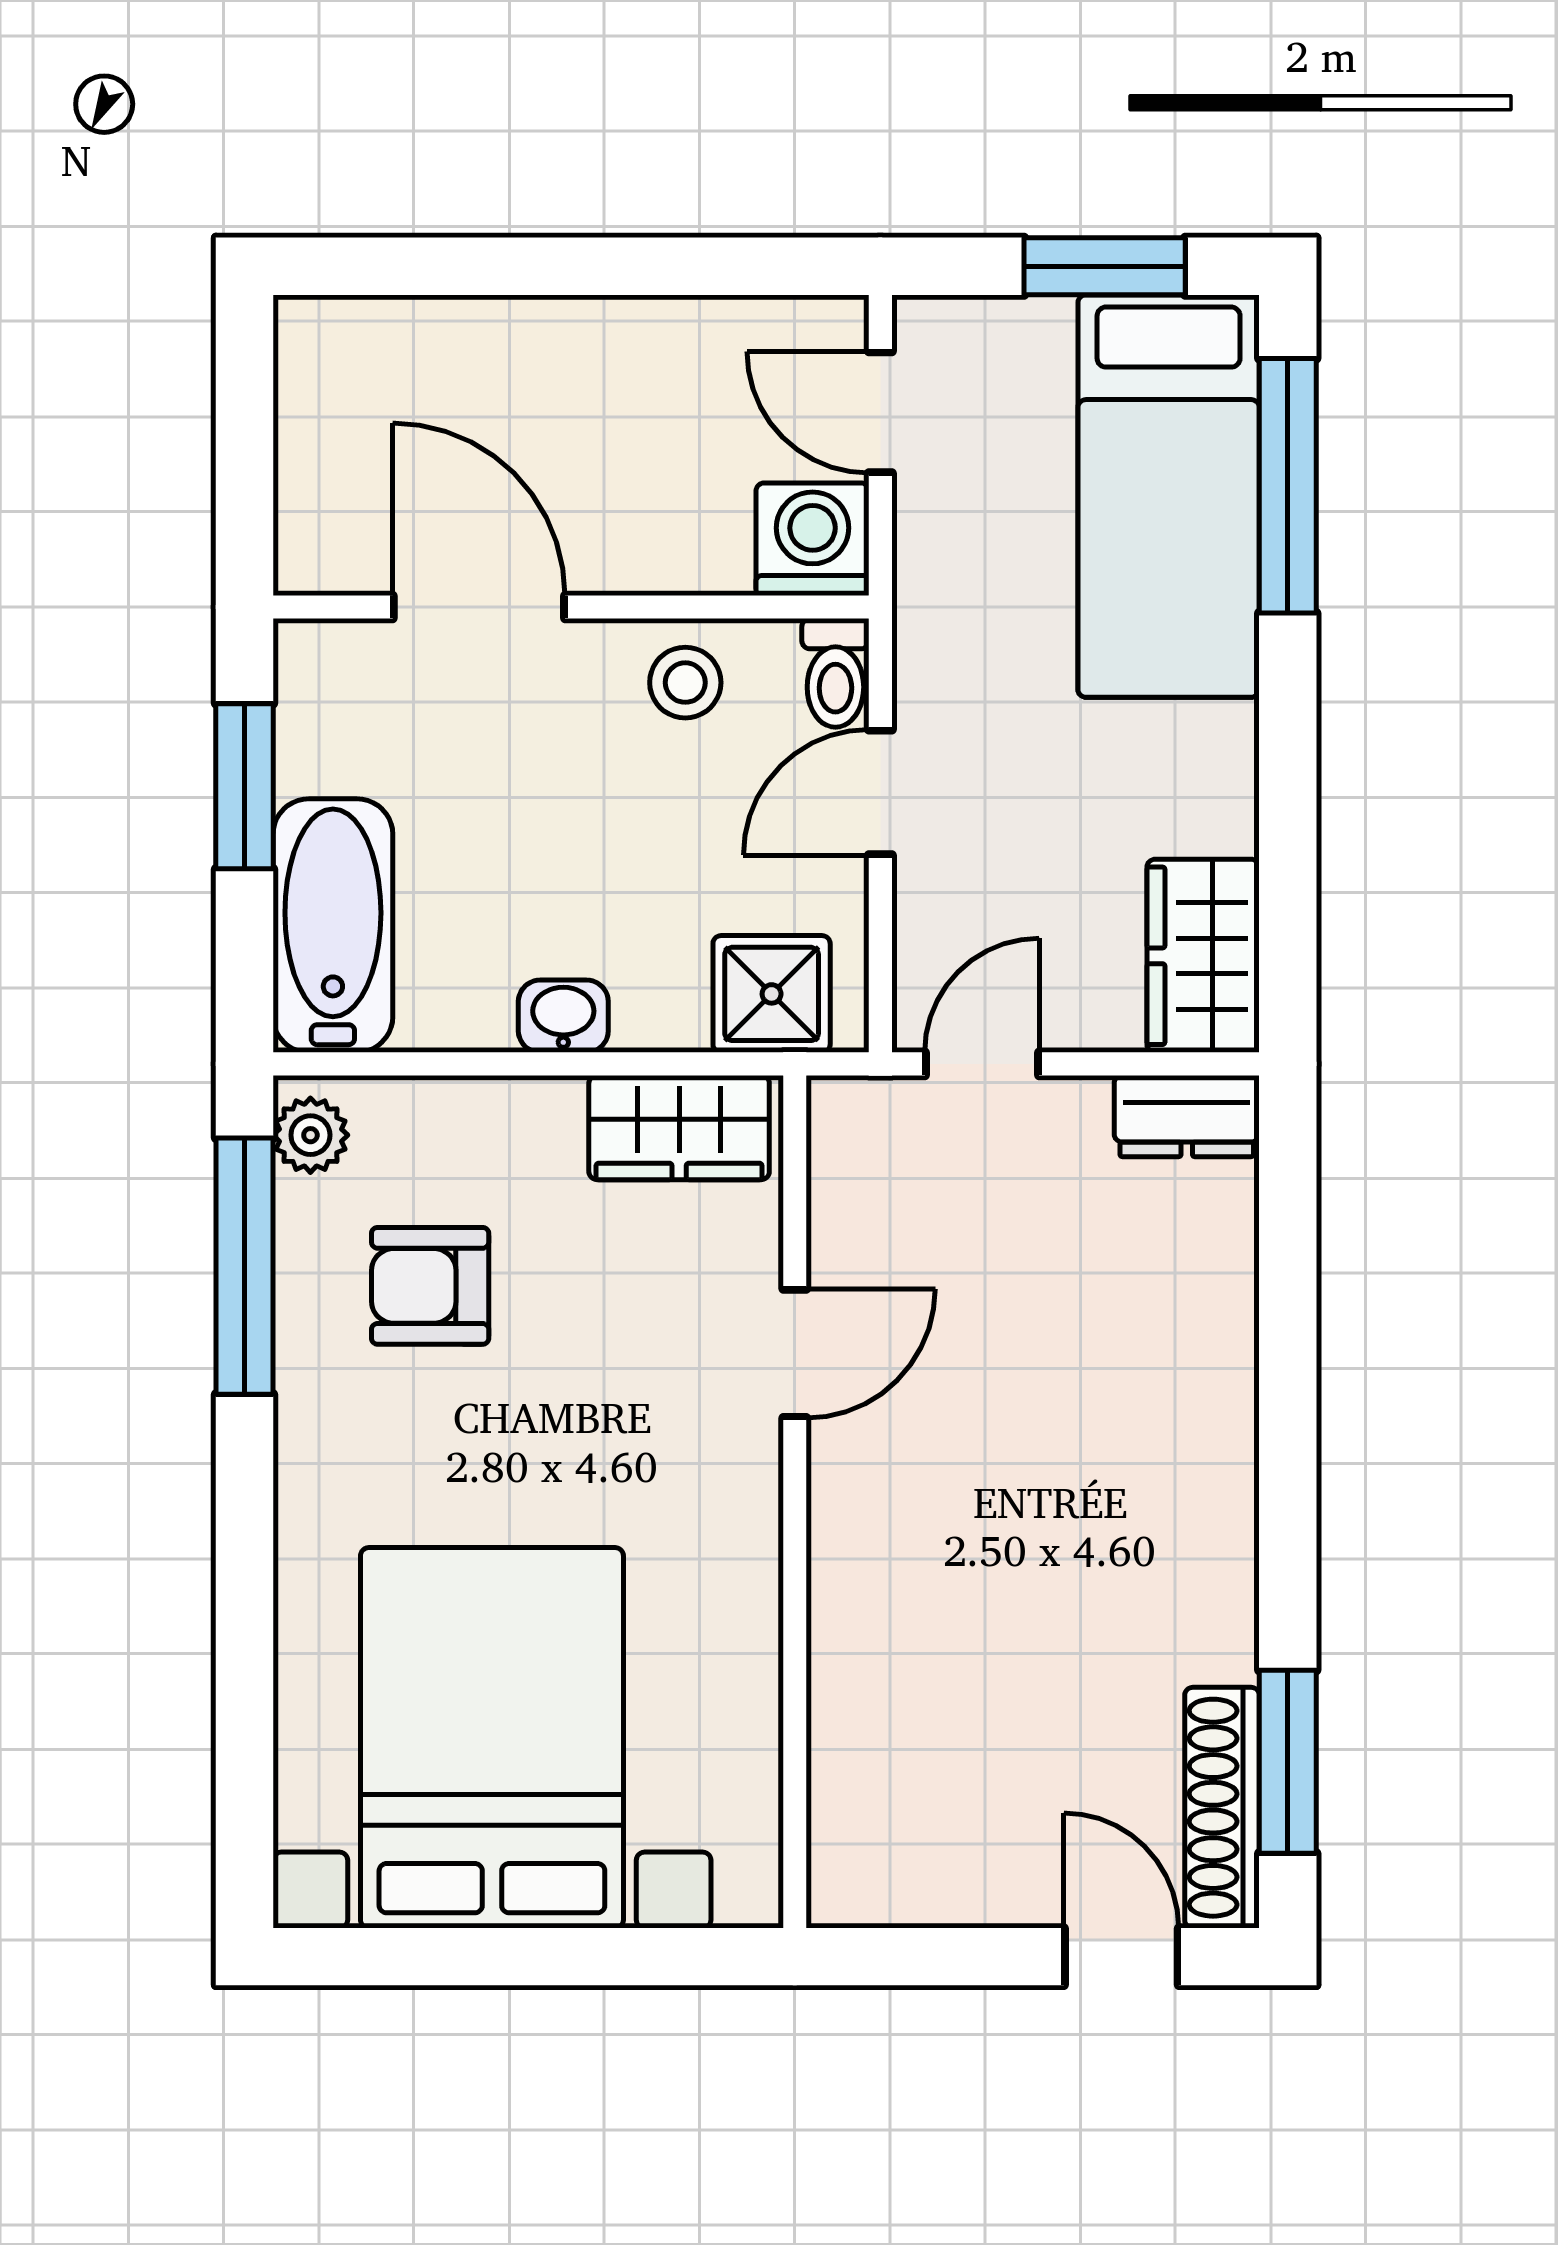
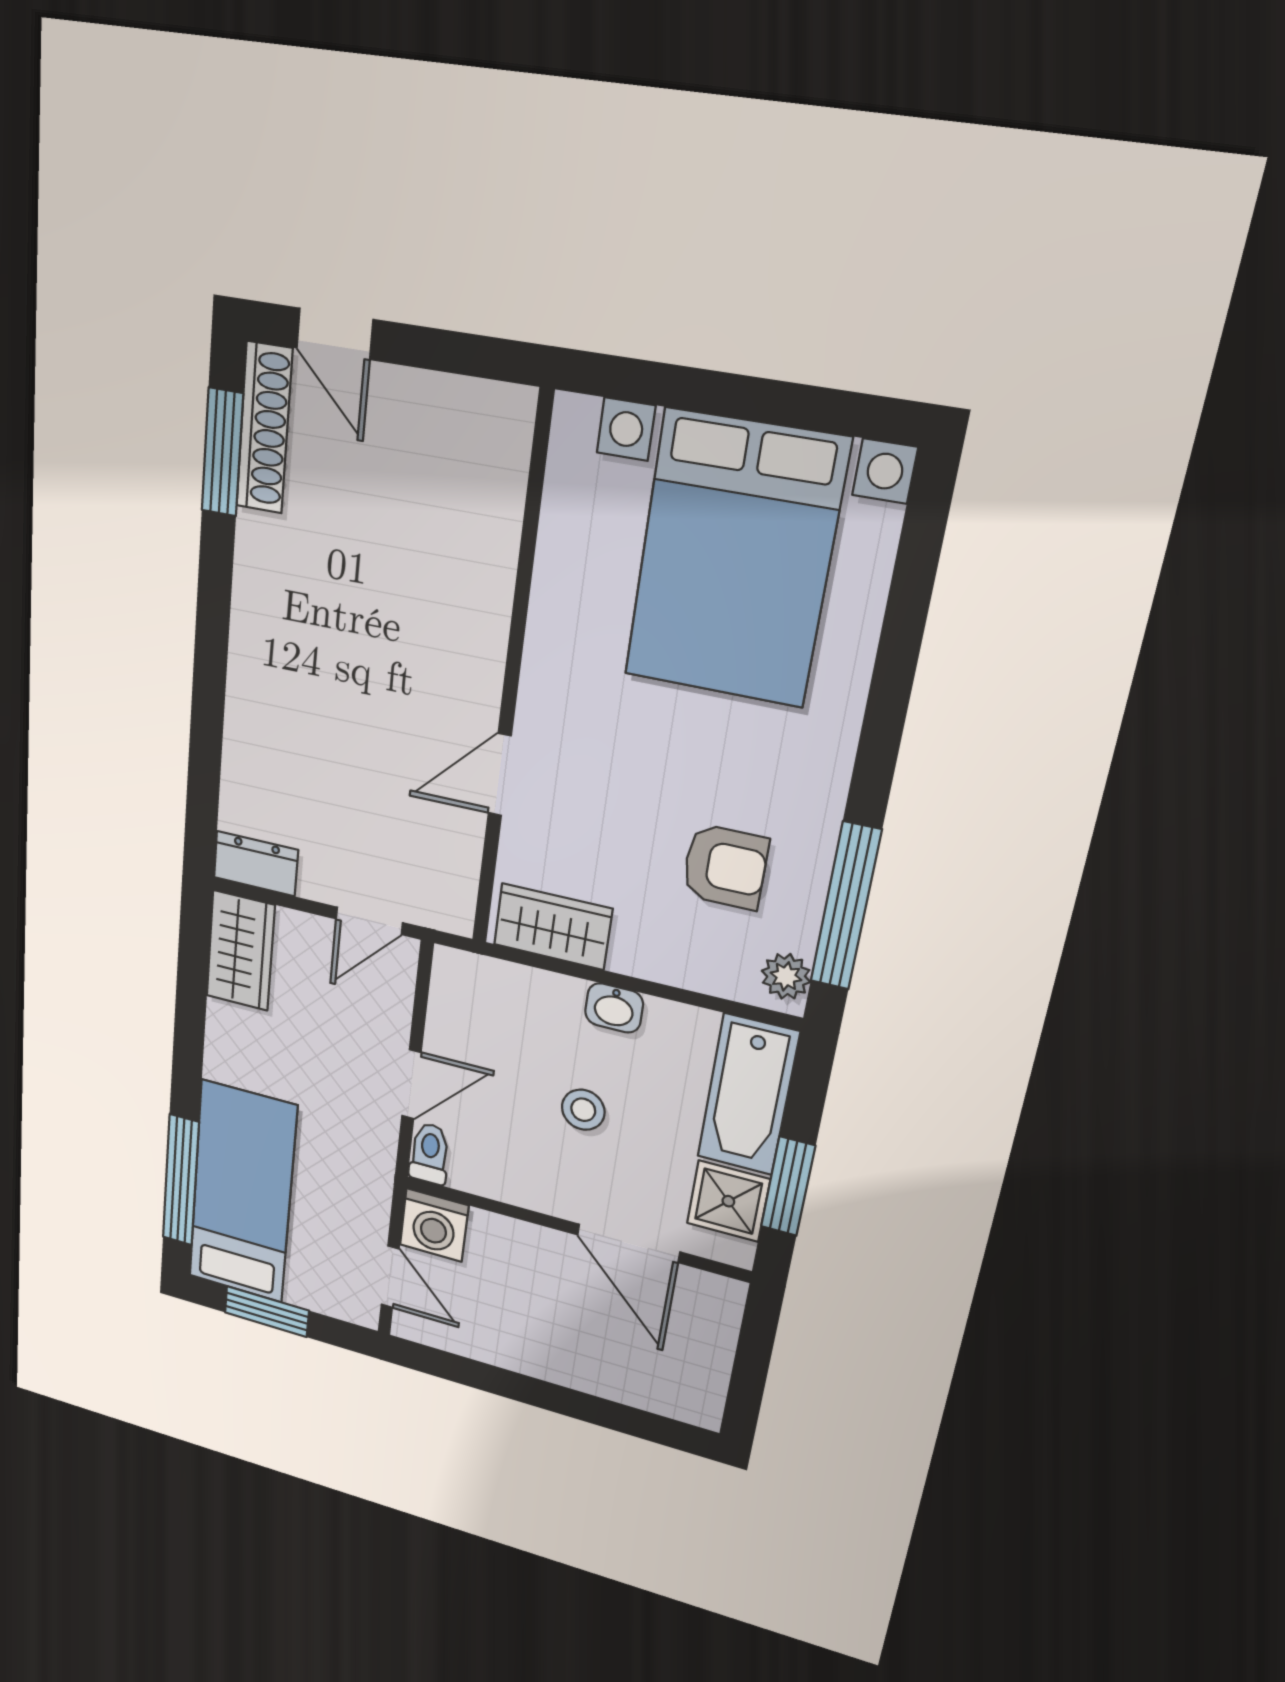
stool: (685, 683) -> (583, 1110), moved
shower: (772, 994) -> (728, 1201), moved

